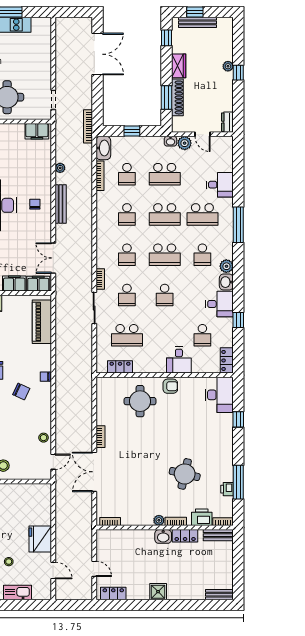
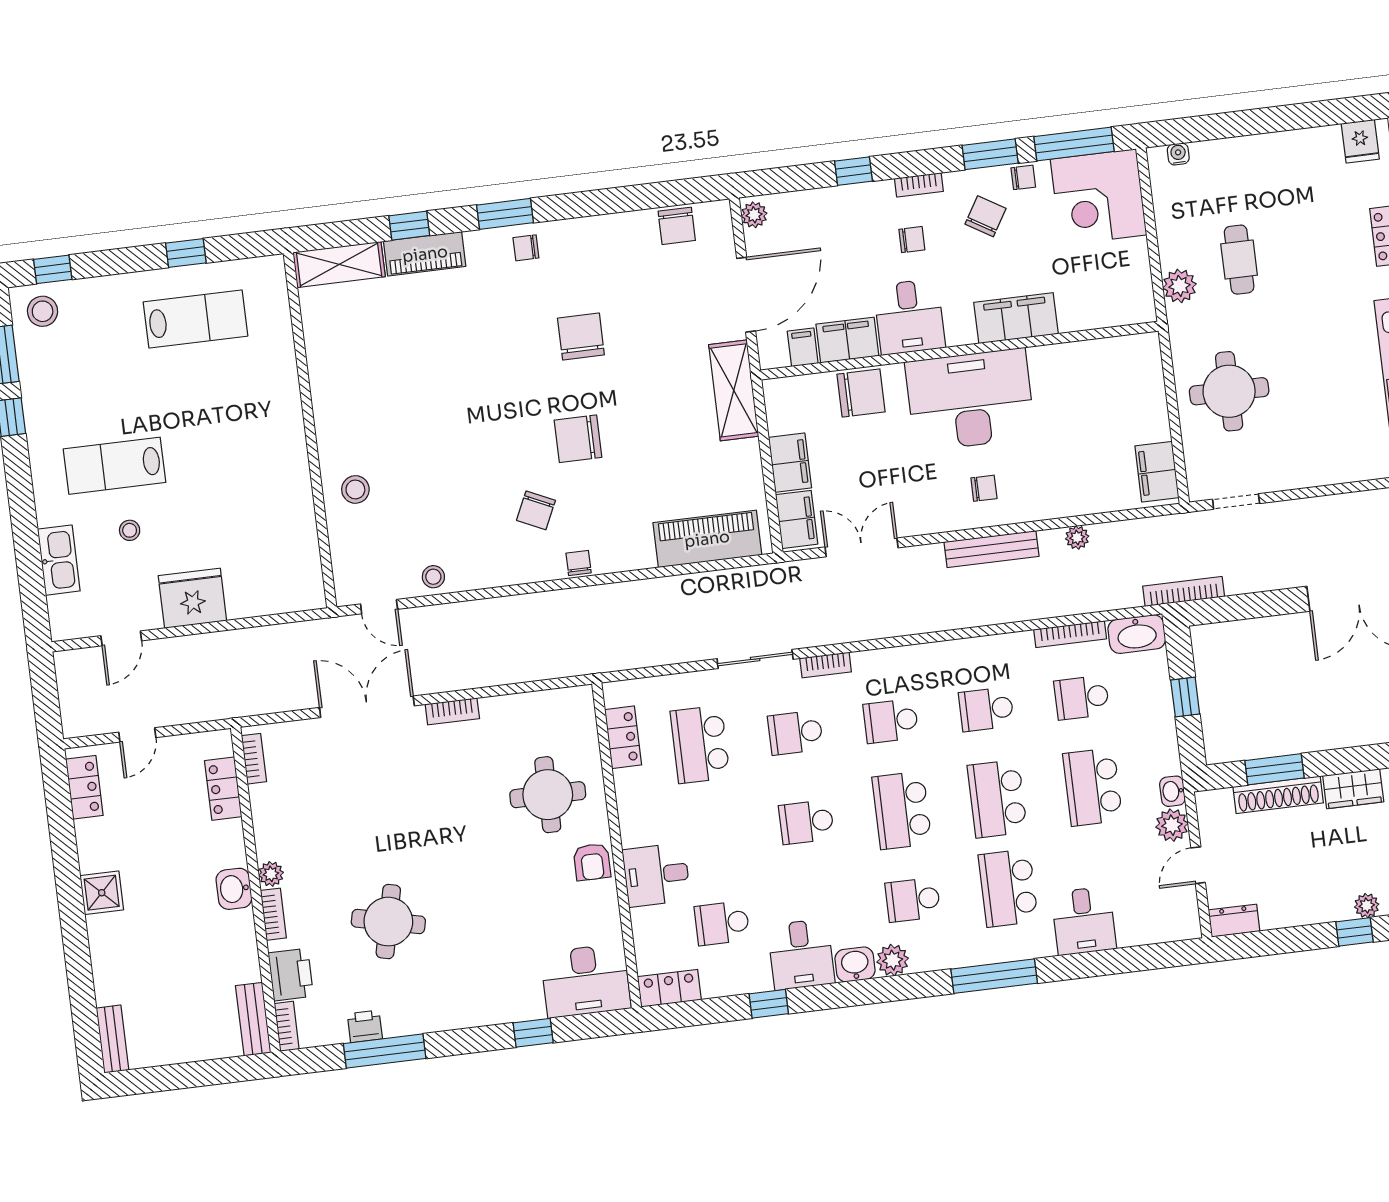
locker: (185, 536) -> (223, 789), moved

